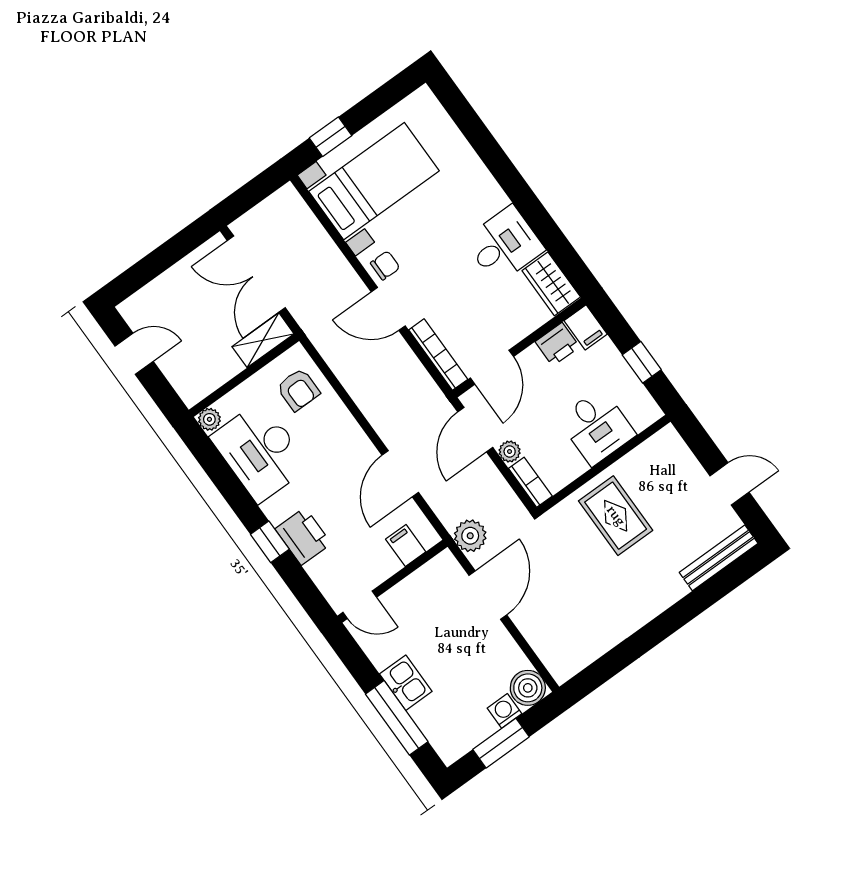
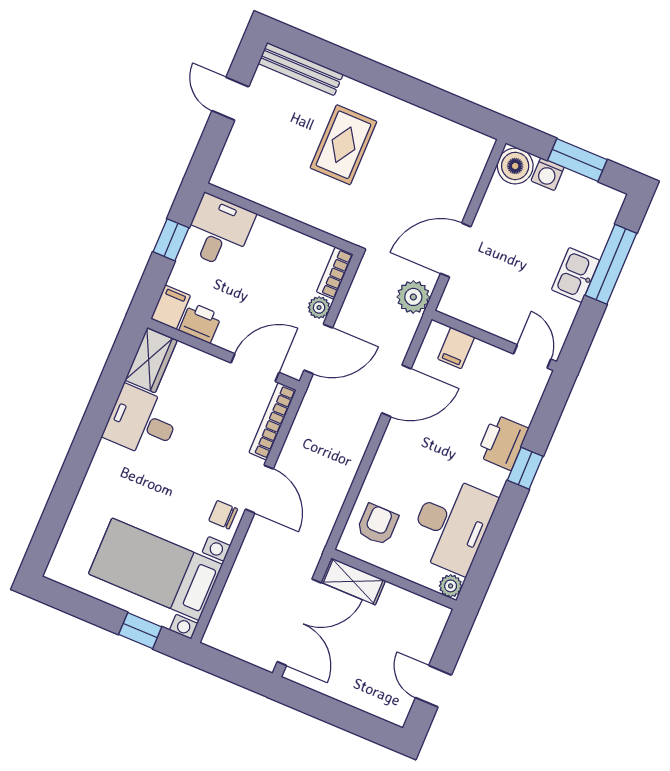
desk: (597, 427) -> (219, 231), moved
rug: (616, 516) -> (343, 145), moved

